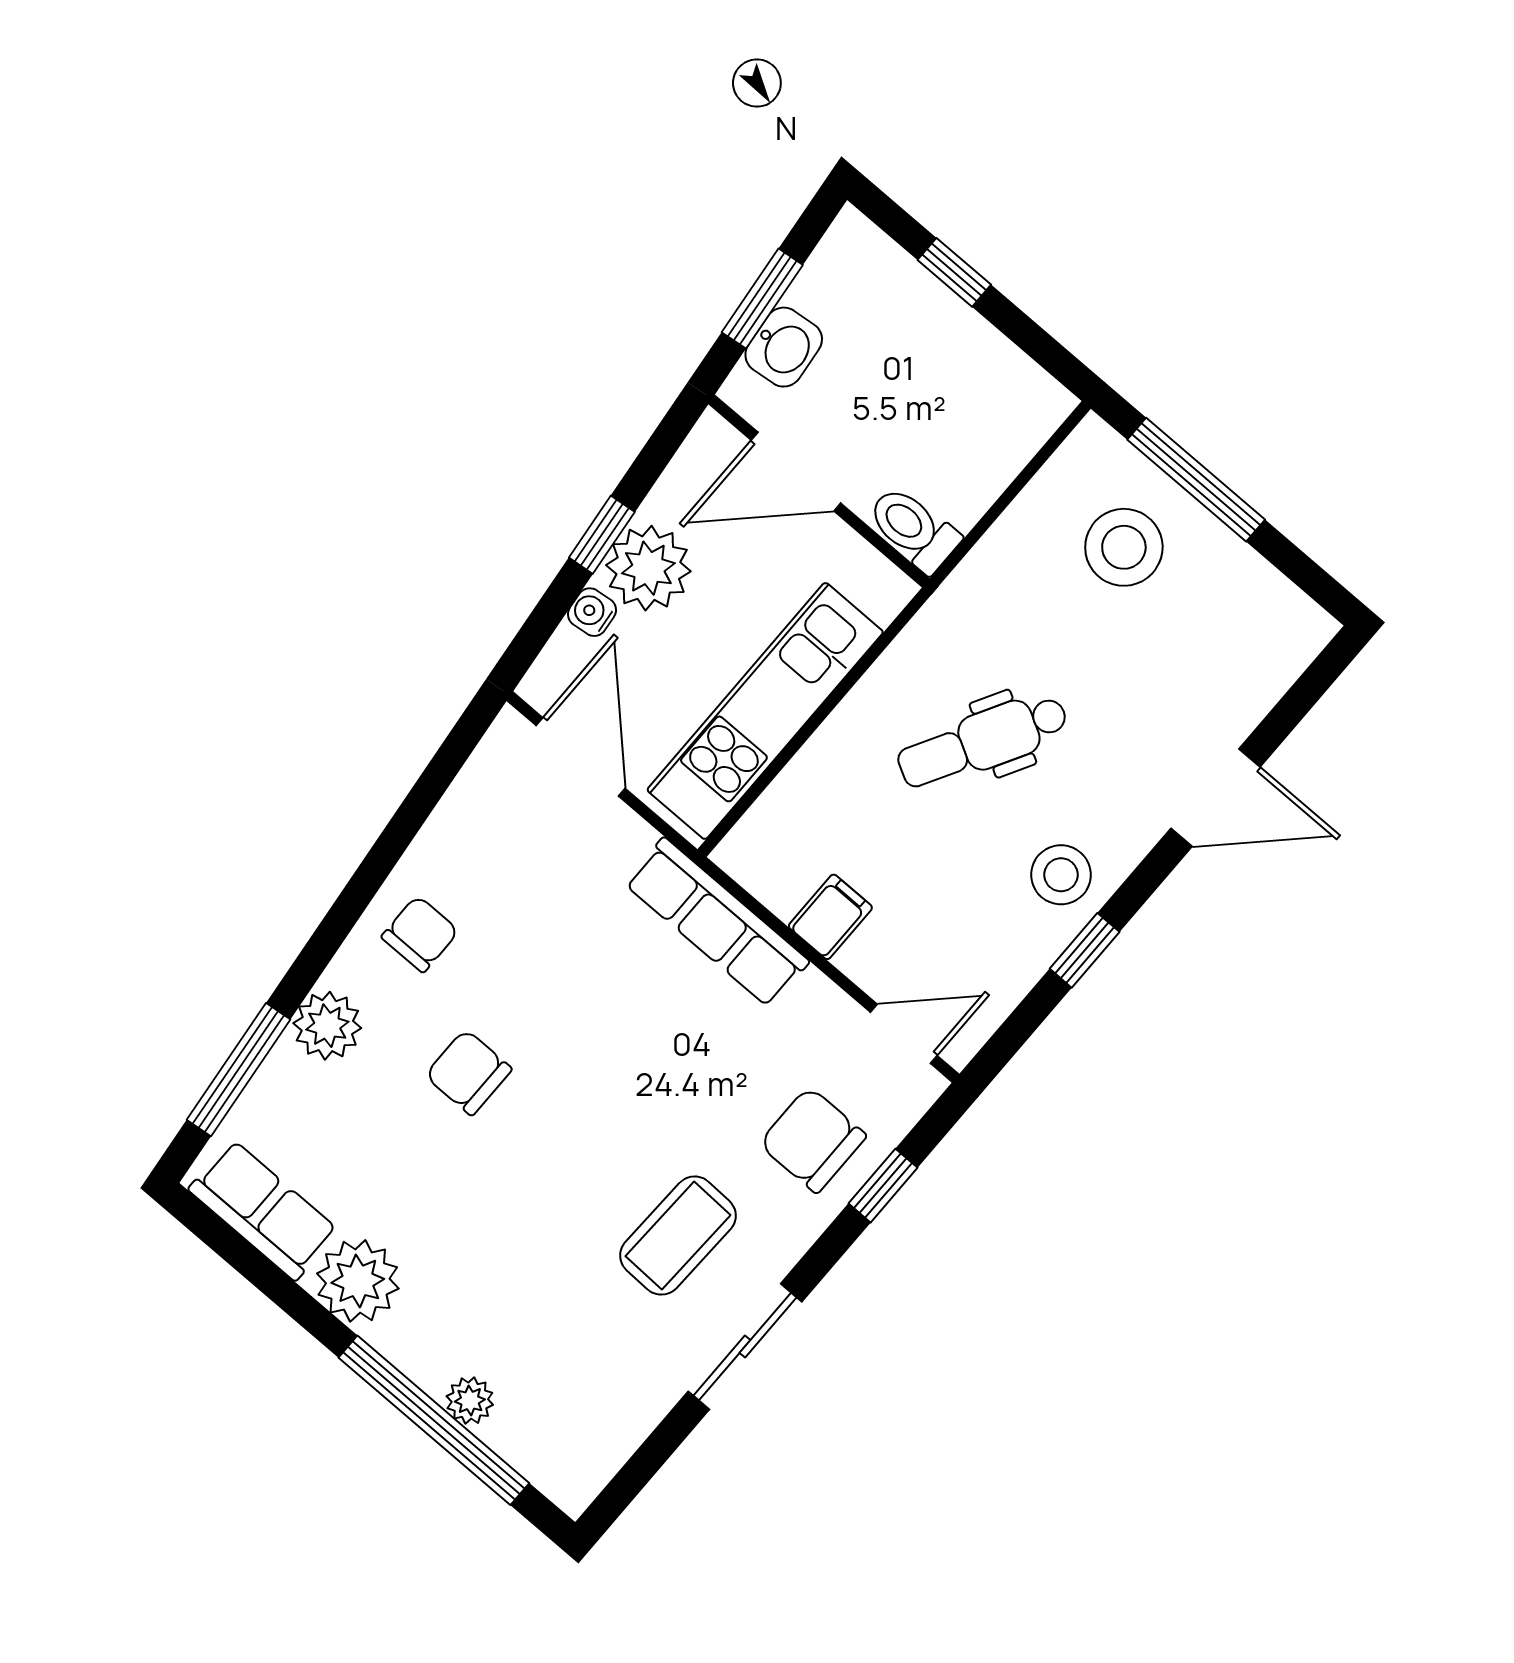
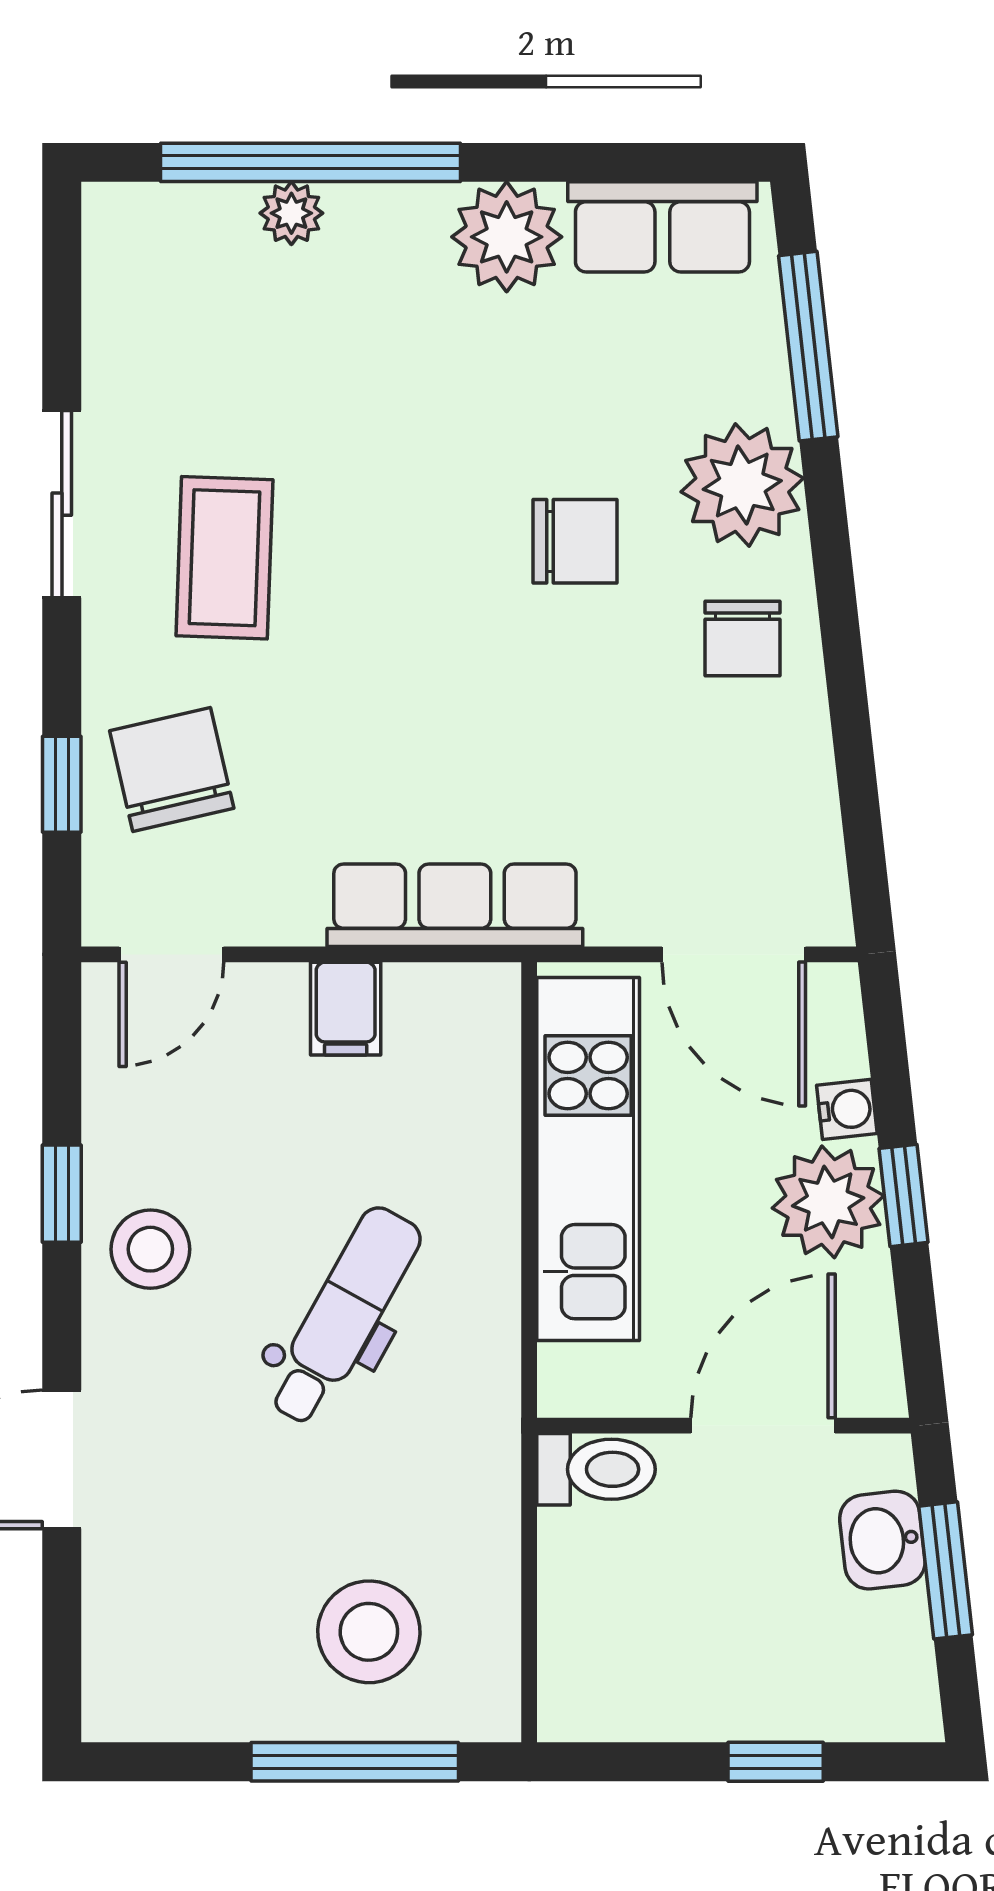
plant: (327, 1026) -> (742, 485), width x1.36, depth x1.36
chair: (813, 1140) -> (172, 770), turned -103

